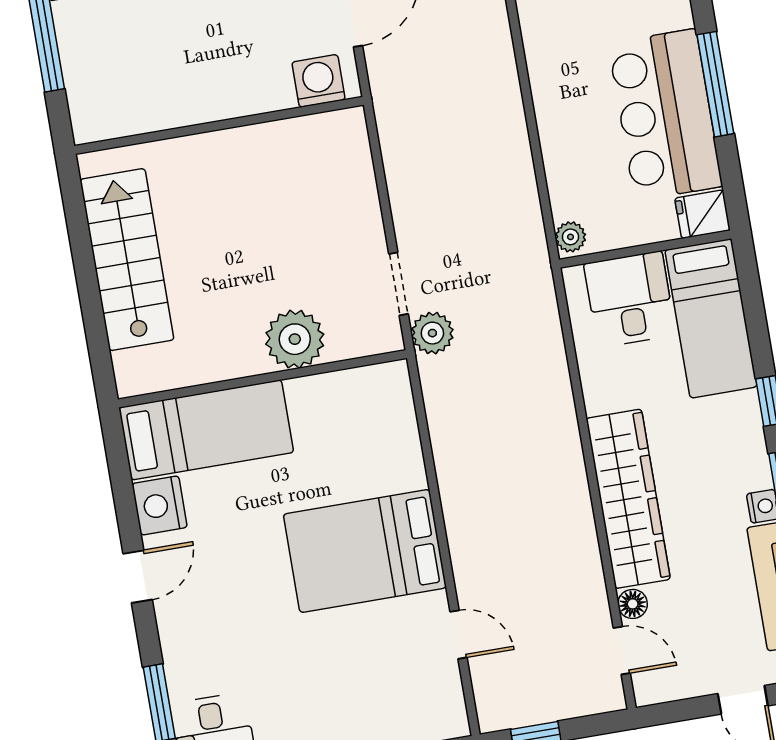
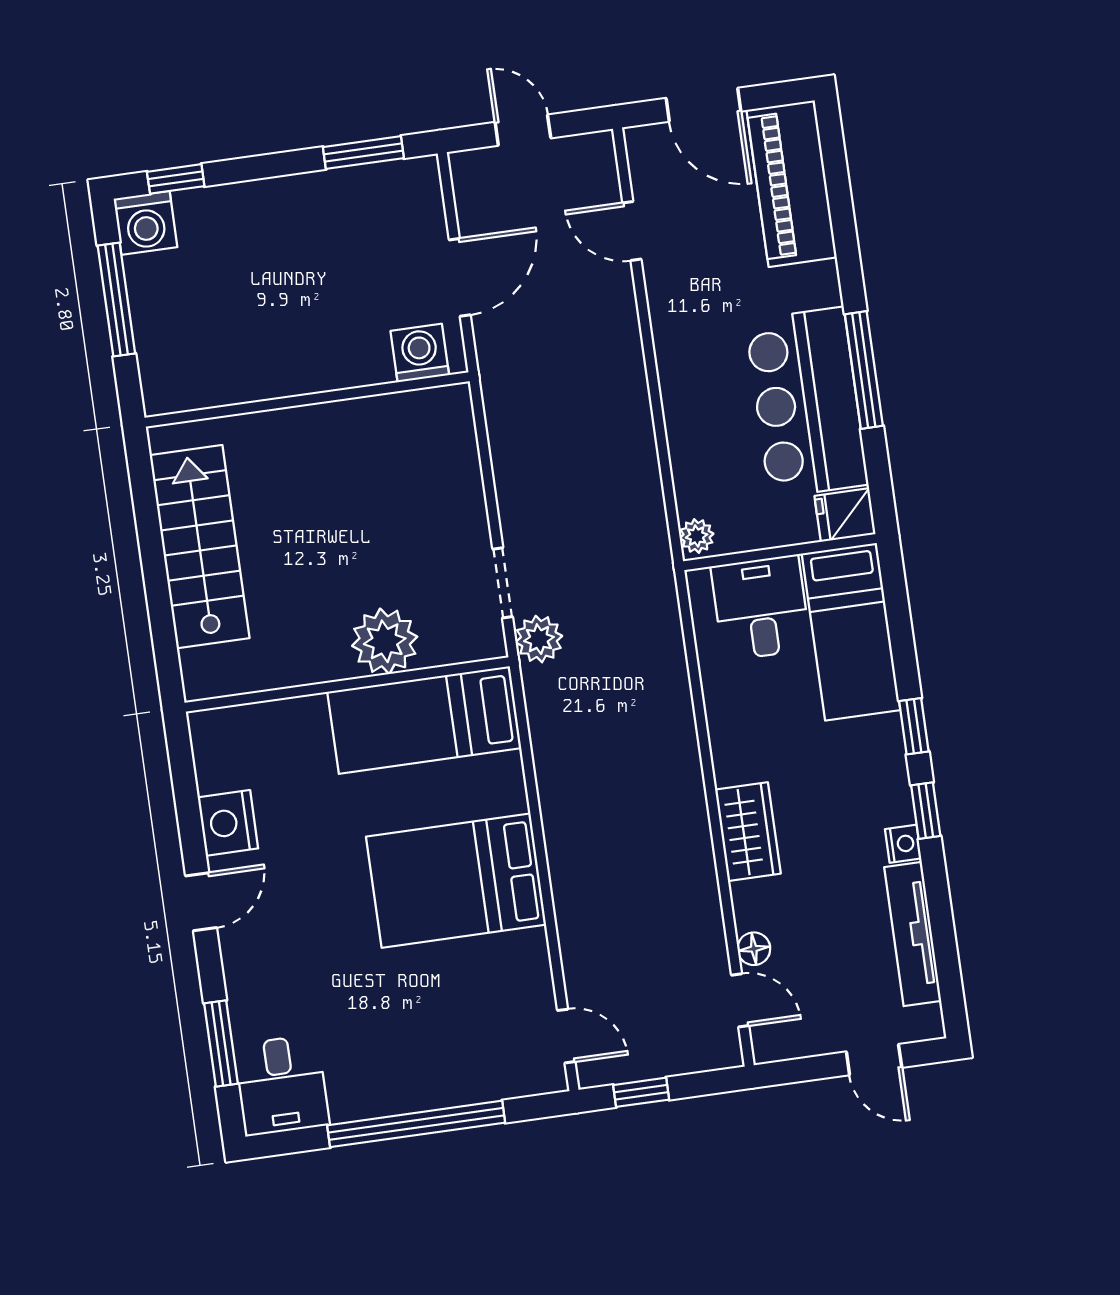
bed: (206, 430) -> (424, 720), moved, turned 180
wardrobe: (628, 499) -> (748, 832), width x0.48, depth x0.85
door: (458, 635) -> (566, 1036), moved

